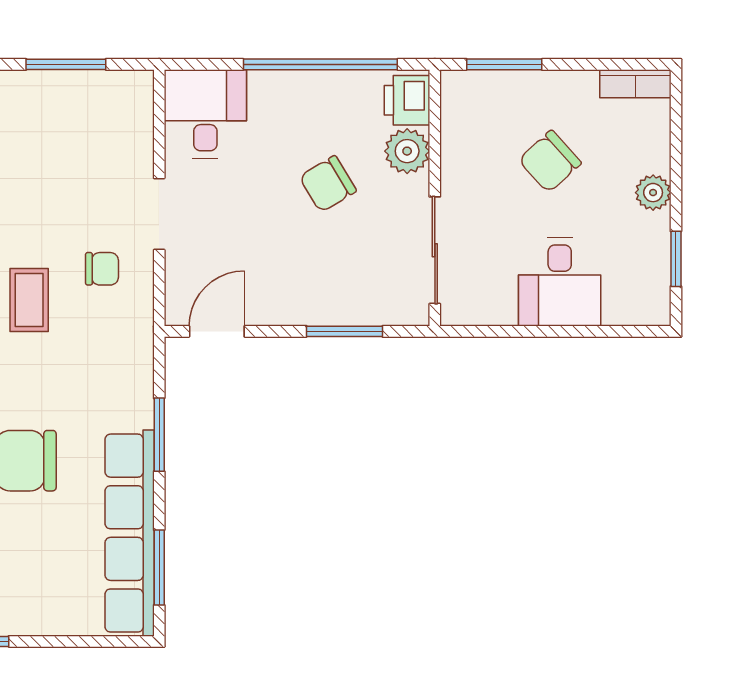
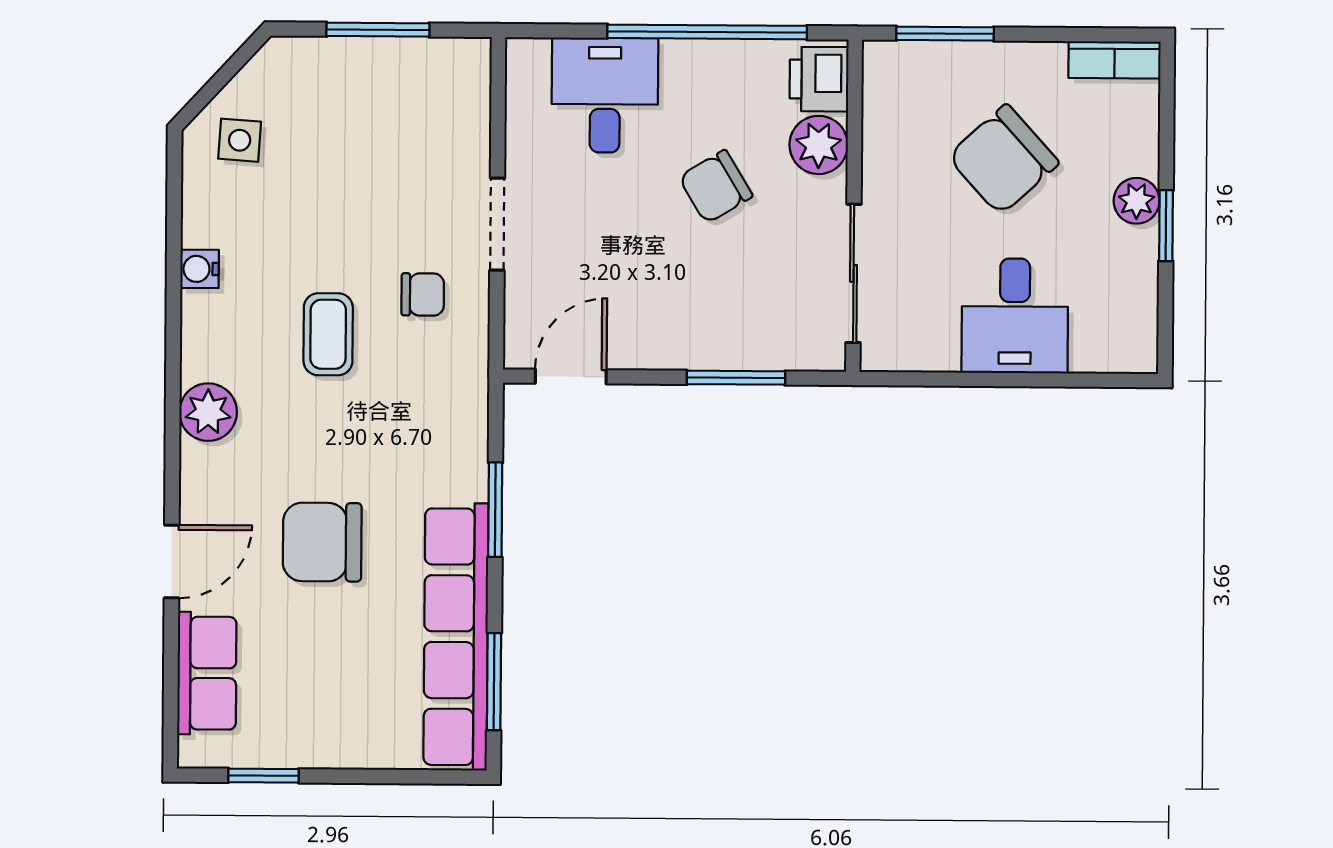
desk: (205, 114) -> (605, 95), moved
chair: (550, 161) -> (1003, 160), width x1.37, depth x1.37
window: (676, 259) -> (1166, 226), moved

